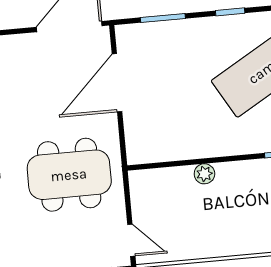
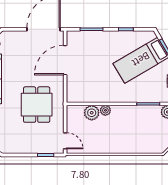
dining table: (69, 175) -> (37, 105), width x0.73
plant: (178, 181) -> (92, 113), added

